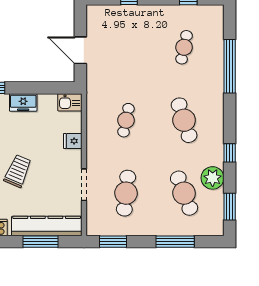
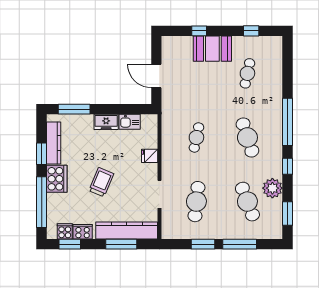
booth: (144, 19) -> (212, 49), added
window: (230, 66) -> (288, 122), moved
kitchen sink: (70, 102) -> (130, 122), moved
window: (113, 242) -> (203, 244), moved

